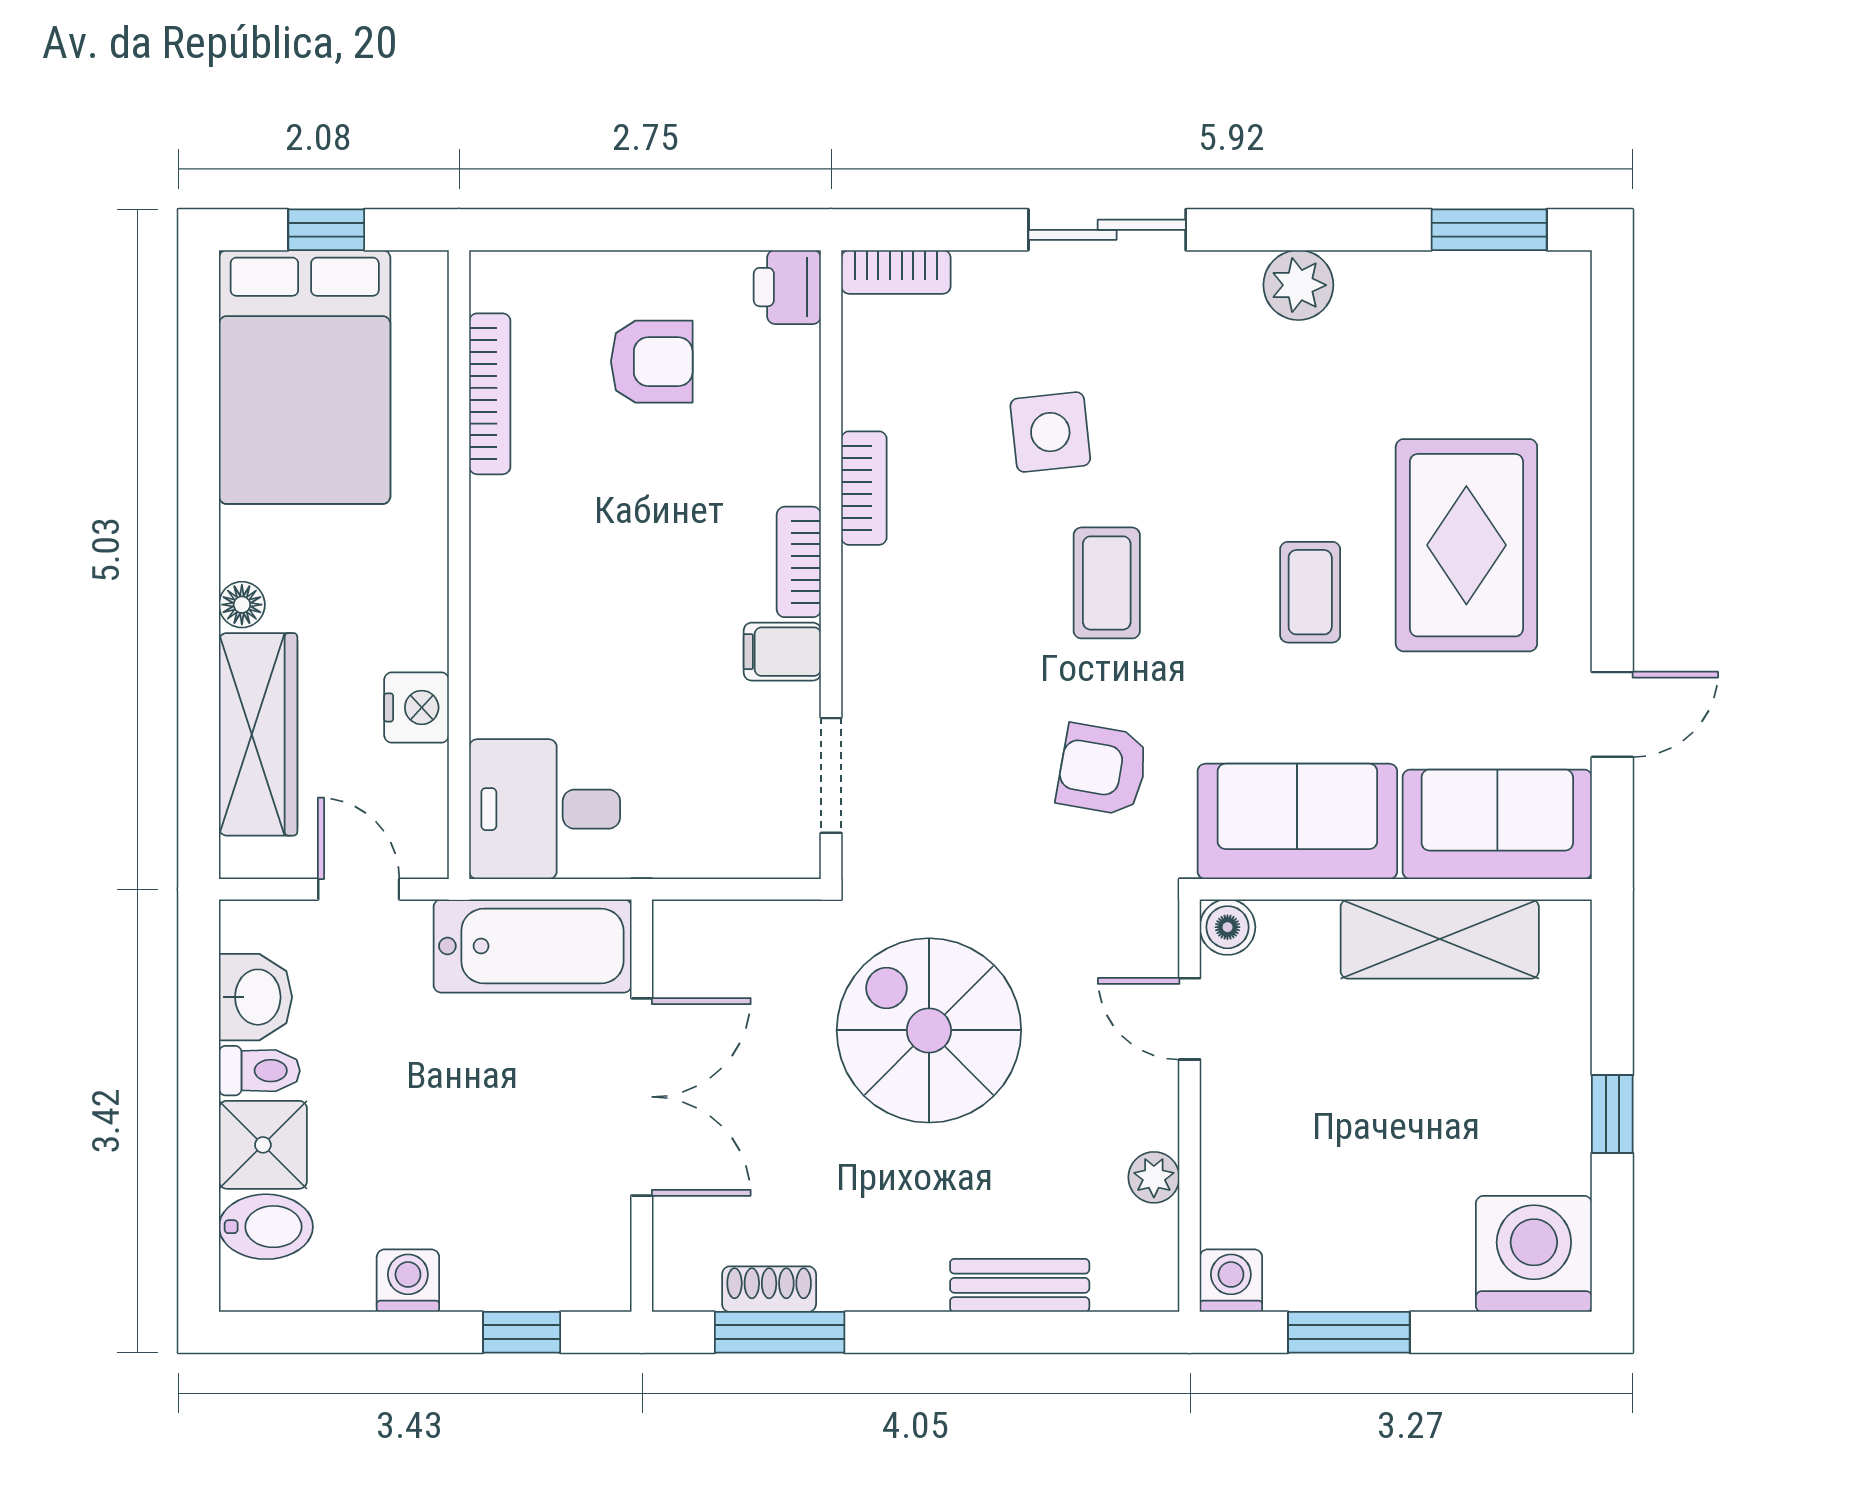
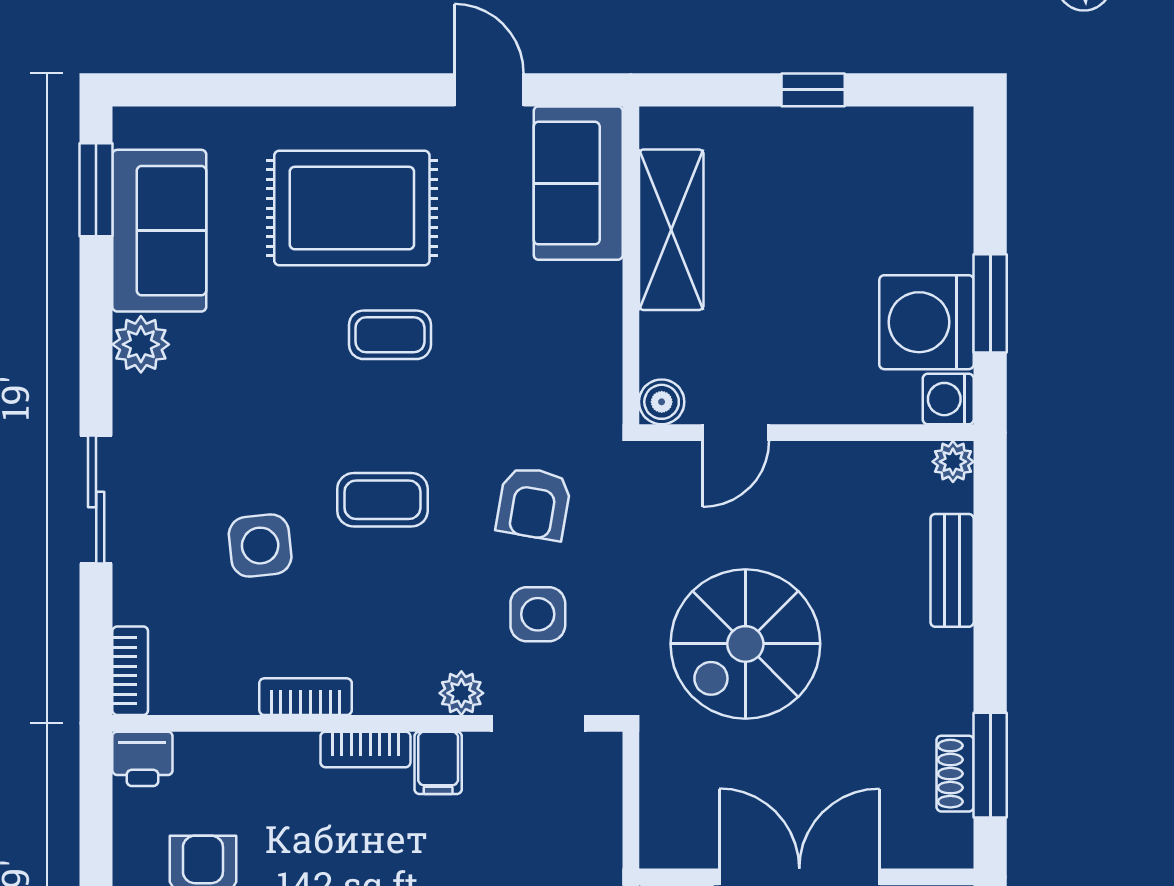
plant: (868, 680) -> (461, 693), added
side table: (966, 774) -> (538, 614), added
sofa: (1297, 821) -> (159, 231), moved, turned 180
plant: (1154, 1177) -> (953, 462), moved
washing machine: (1534, 1254) -> (927, 322), moved

